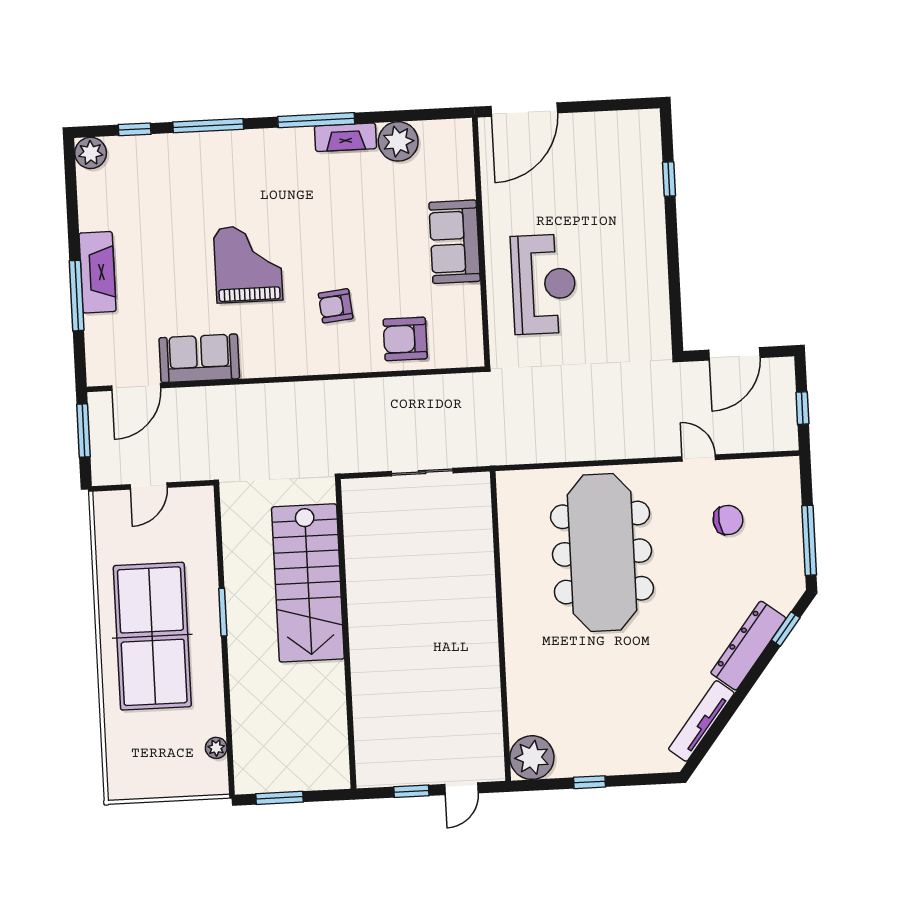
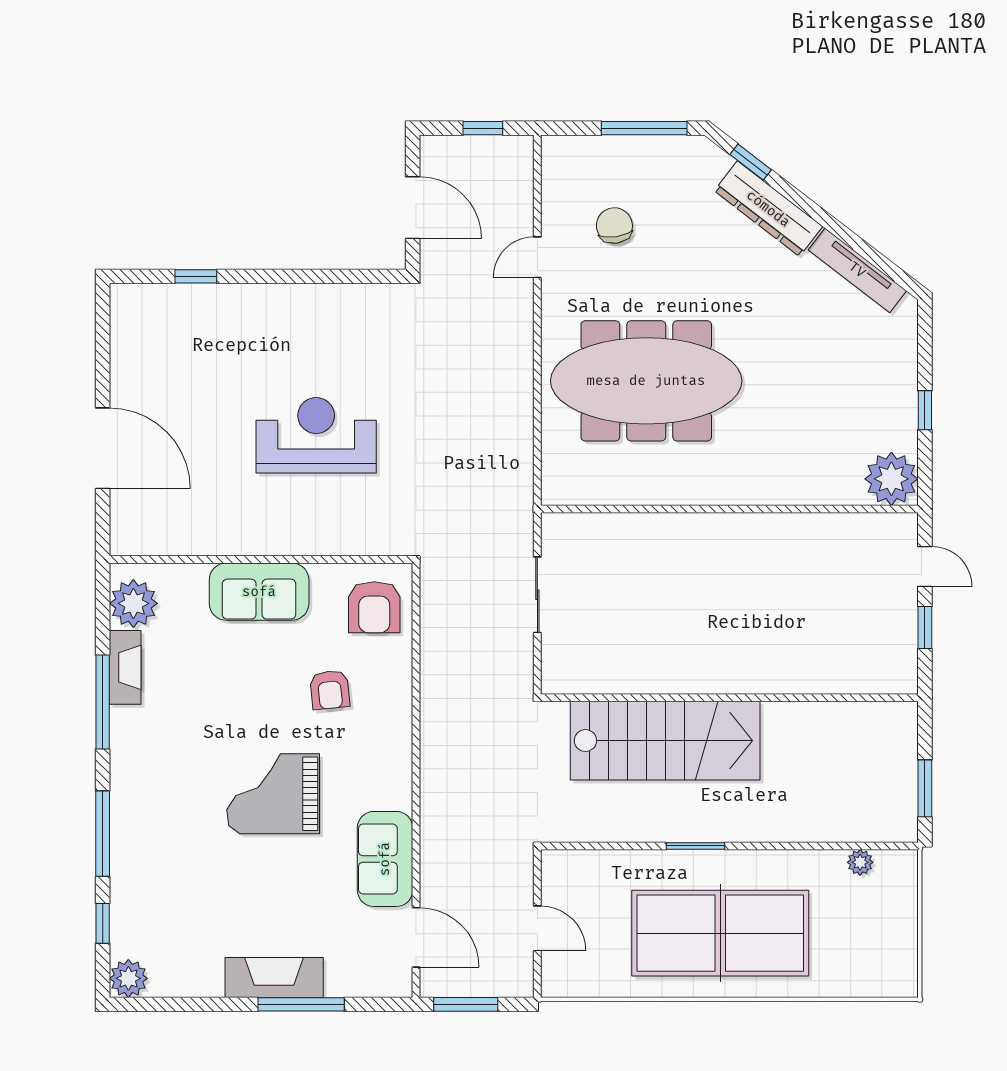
sofa: (455, 242) -> (259, 592), moved
wall: (481, 242) -> (261, 559), moved

